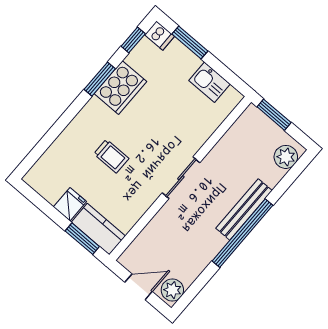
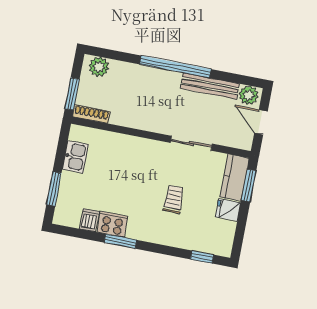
dishwasher: (160, 36) -> (89, 220), moved
window: (133, 40) -> (202, 257), moved
cooker: (120, 88) -> (112, 224), width x0.73, depth x0.76
shoe rack: (243, 122) -> (91, 114), added
sliding door: (181, 178) -> (191, 143), moved
bench: (244, 209) -> (210, 86), moved

